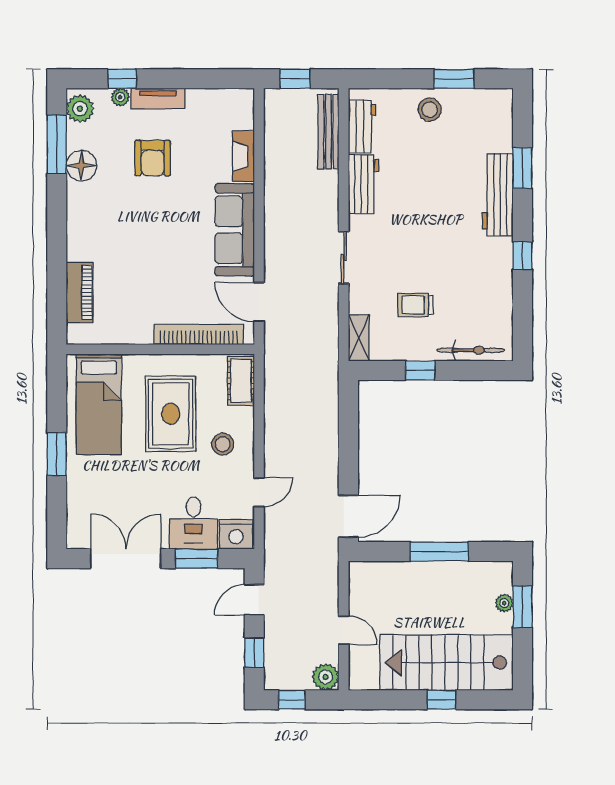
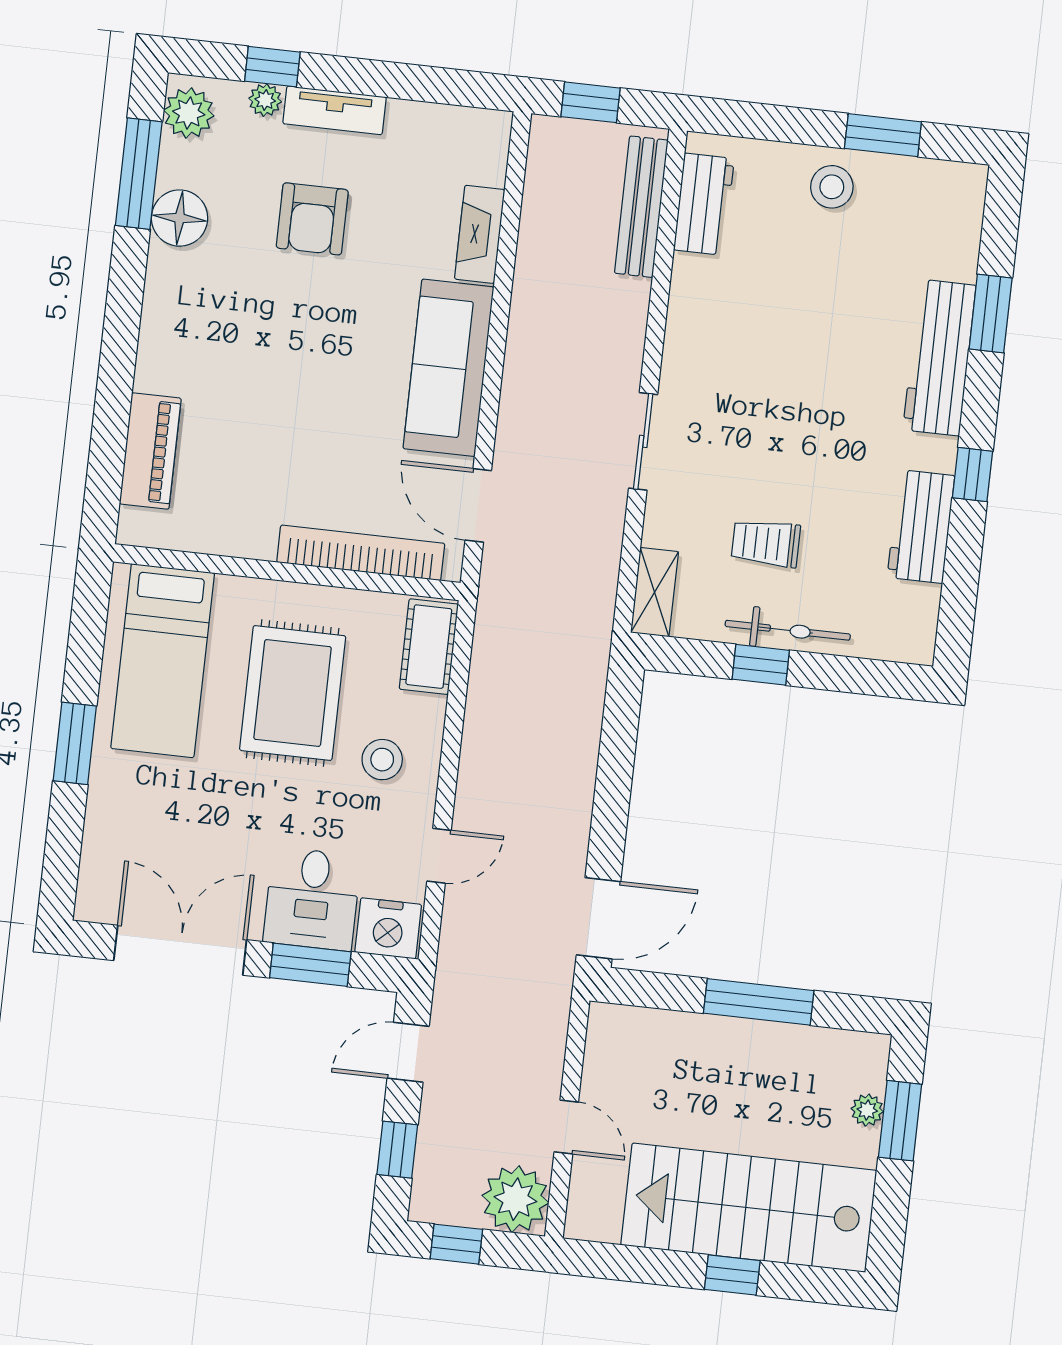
workbench: (364, 184) -> (921, 527), moved, turned 180
bicycle: (471, 350) -> (788, 630), moved
plant: (326, 677) -> (515, 1199), width x1.36, depth x1.36

